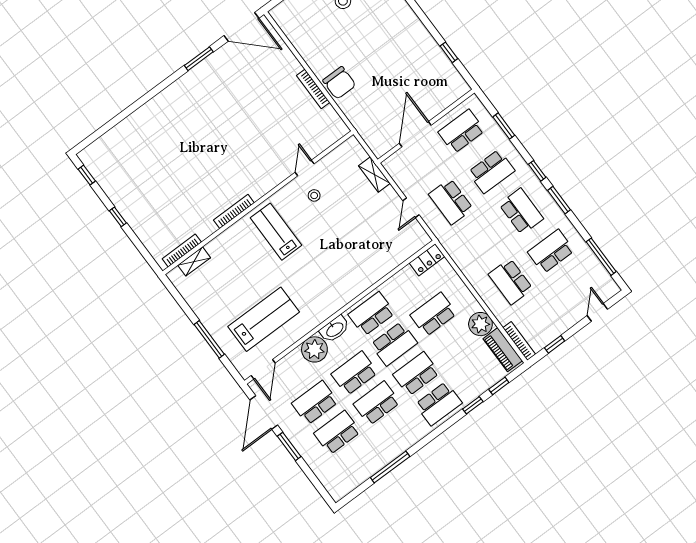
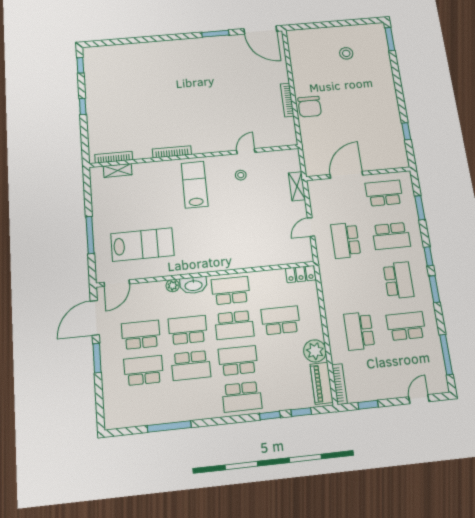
plant: (314, 349) -> (173, 286), width x0.53, depth x0.53
school desk: (377, 403) -> (191, 365), turned 180

